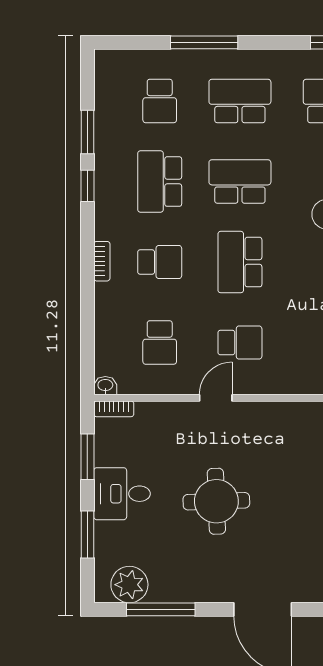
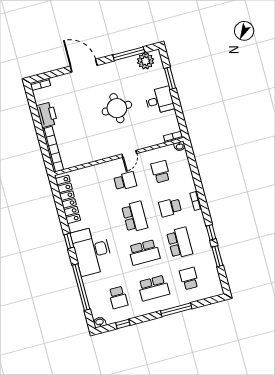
school desk: (240, 343) -> (125, 181), turned 180
window: (87, 457) -> (179, 113), removed

